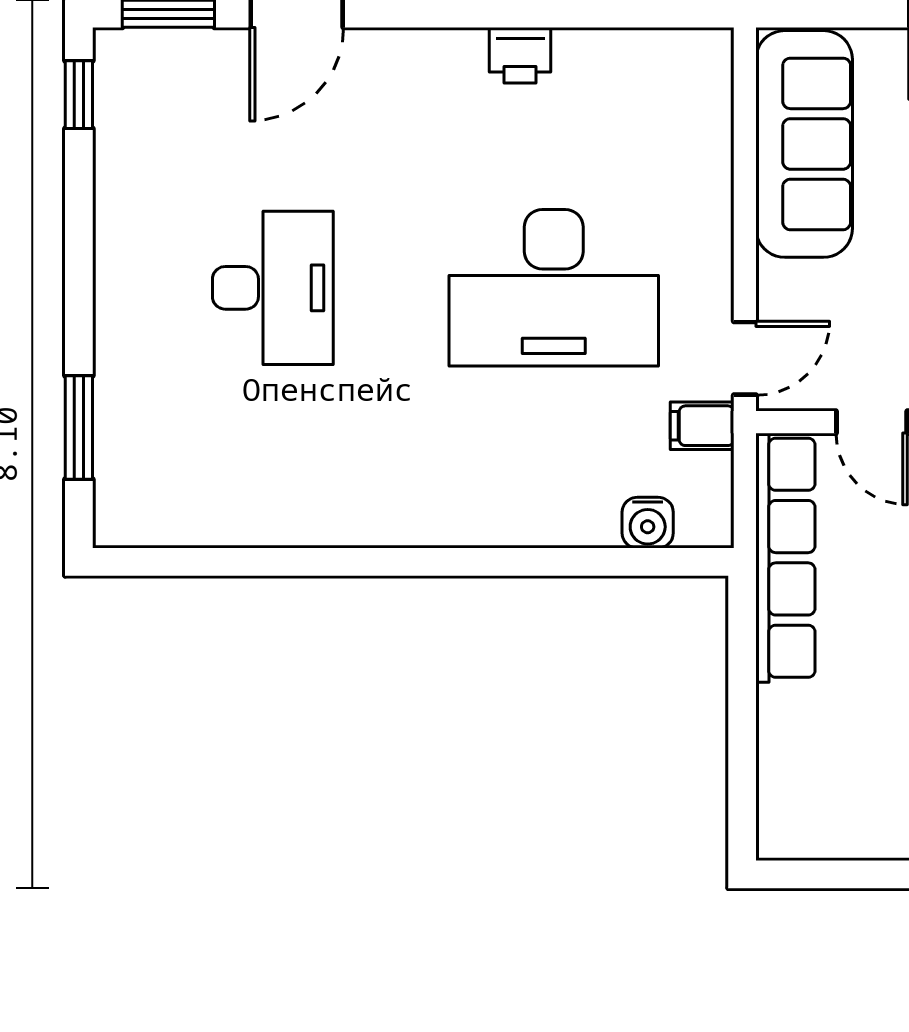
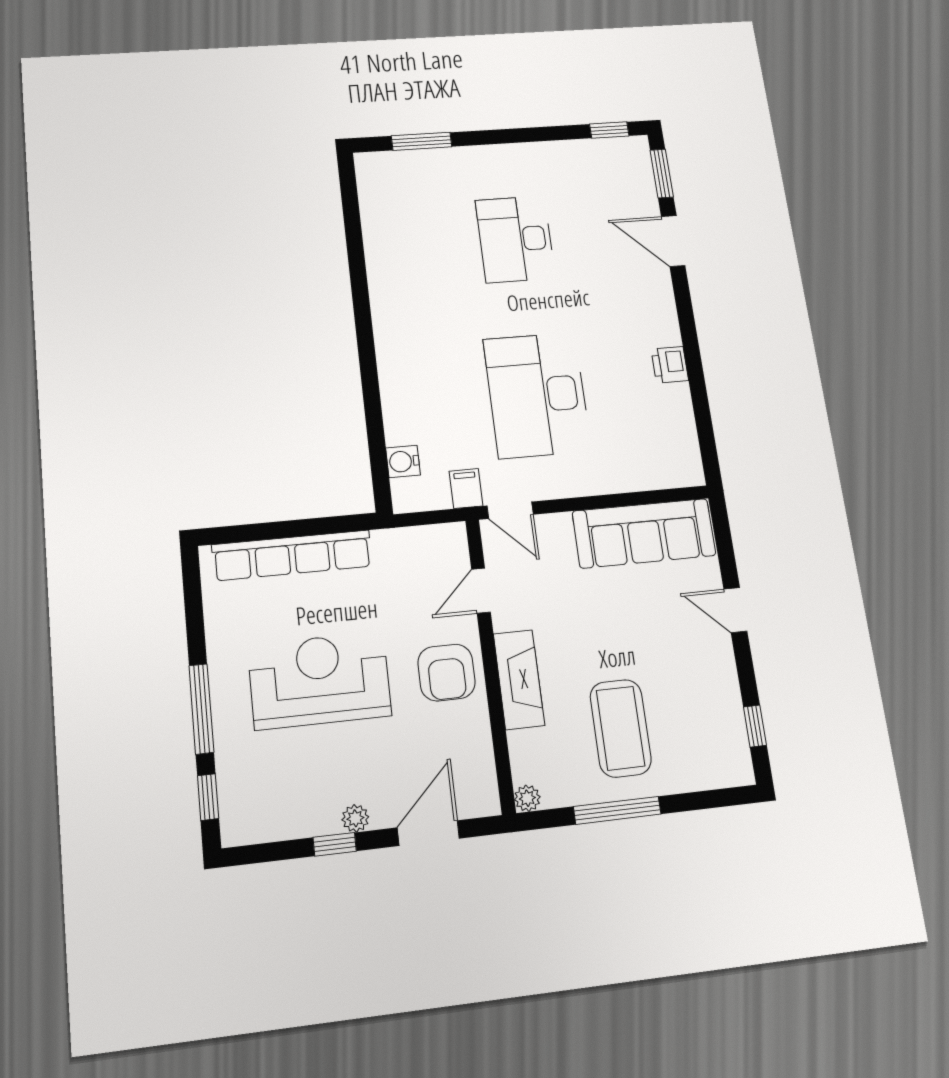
desk: (273, 288) -> (515, 239), turned 90
row of seats: (785, 558) -> (292, 555), moved

